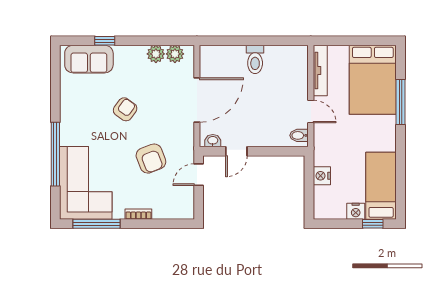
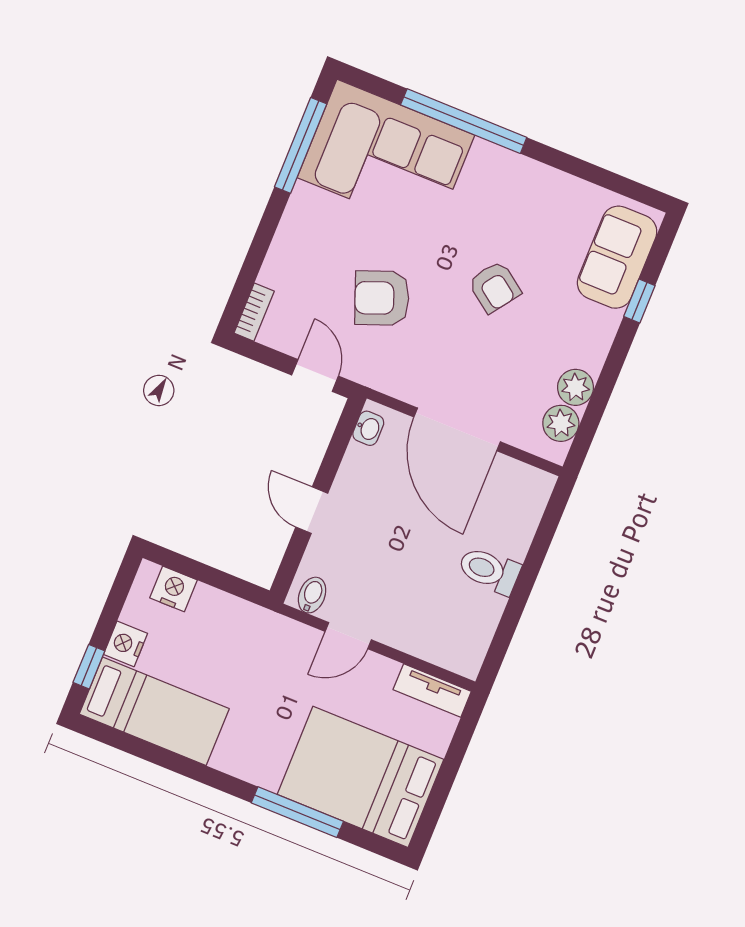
tv unit: (320, 70) -> (432, 691), width x0.71
door: (236, 151) -> (312, 510), moved
nightstand: (322, 176) -> (173, 589), moved
bookcase: (138, 214) -> (254, 312), moved

